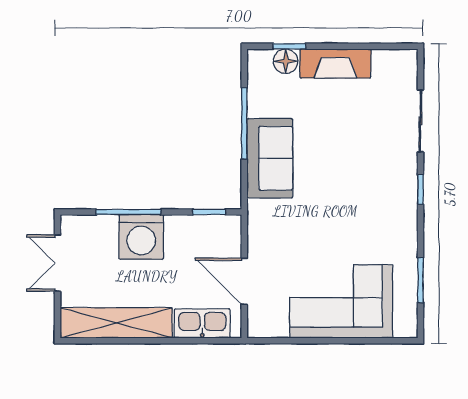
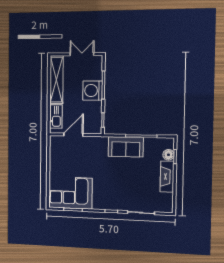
corner sofa: (341, 301) -> (70, 193), moved, turned -90

